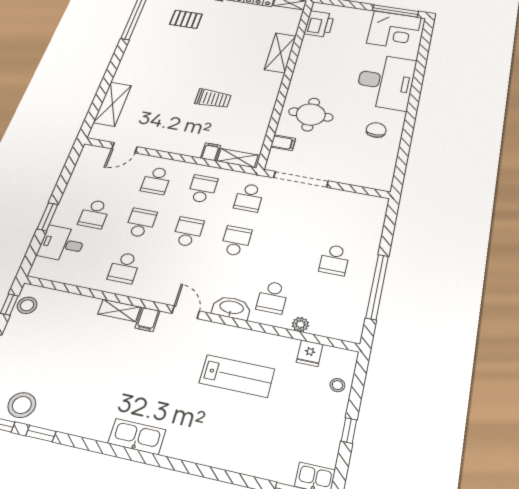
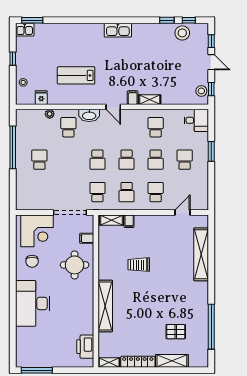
corner desk: (394, 30) -> (37, 231), moved, turned 180
shelving: (280, 53) -> (105, 306), width x1.47
shelving: (113, 104) -> (201, 254), width x1.47
desk: (62, 244) -> (196, 120), moved

